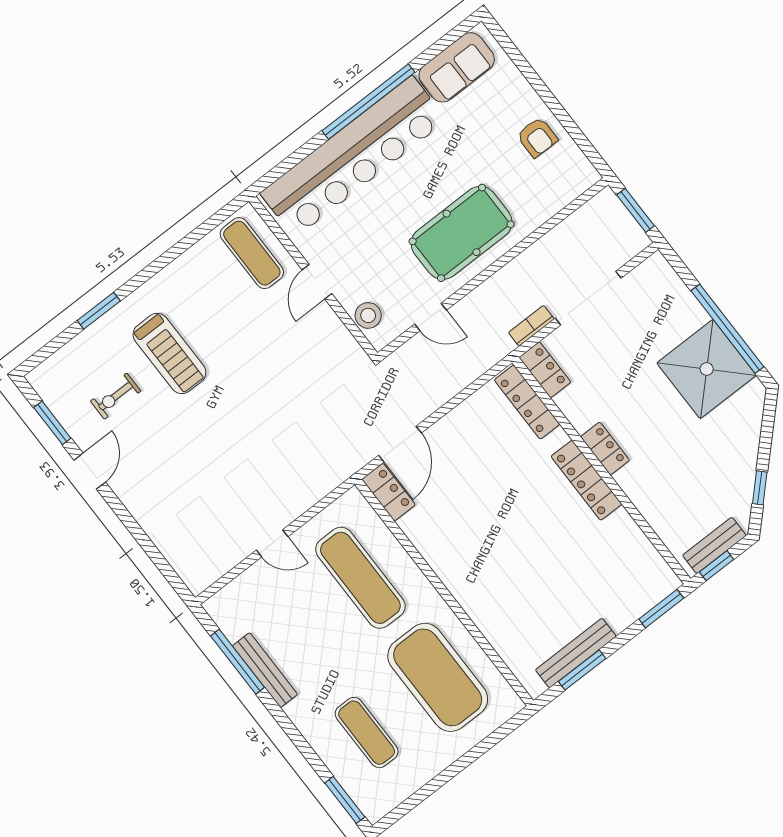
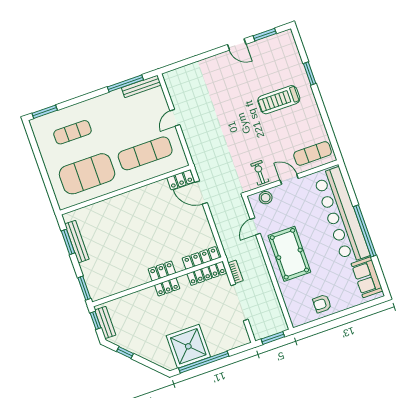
locker: (545, 370) -> (207, 273), width x1.53
exercise bike: (116, 396) -> (260, 173), moved
locker: (586, 480) -> (162, 271), width x0.66
bench: (265, 670) -> (141, 86), moved

